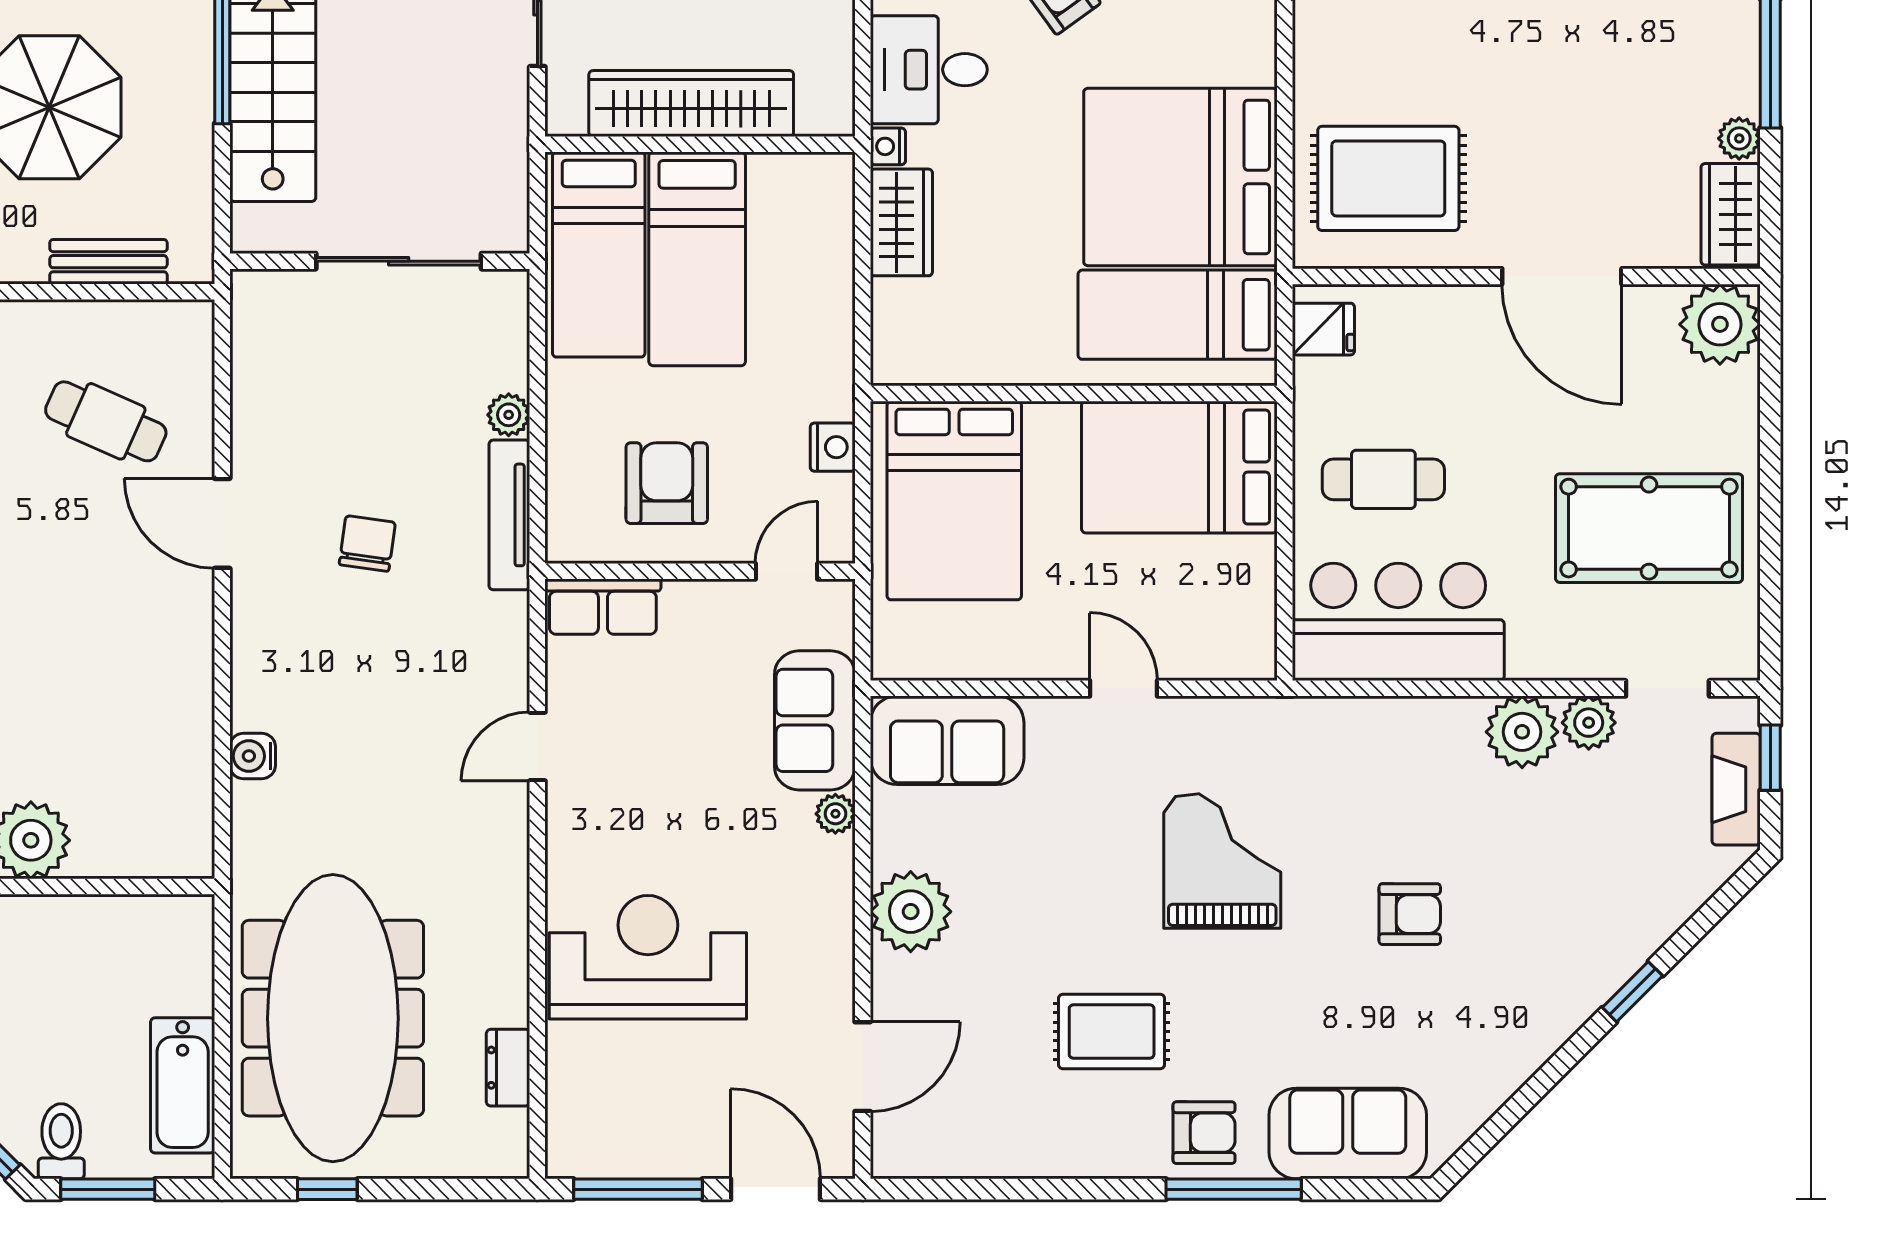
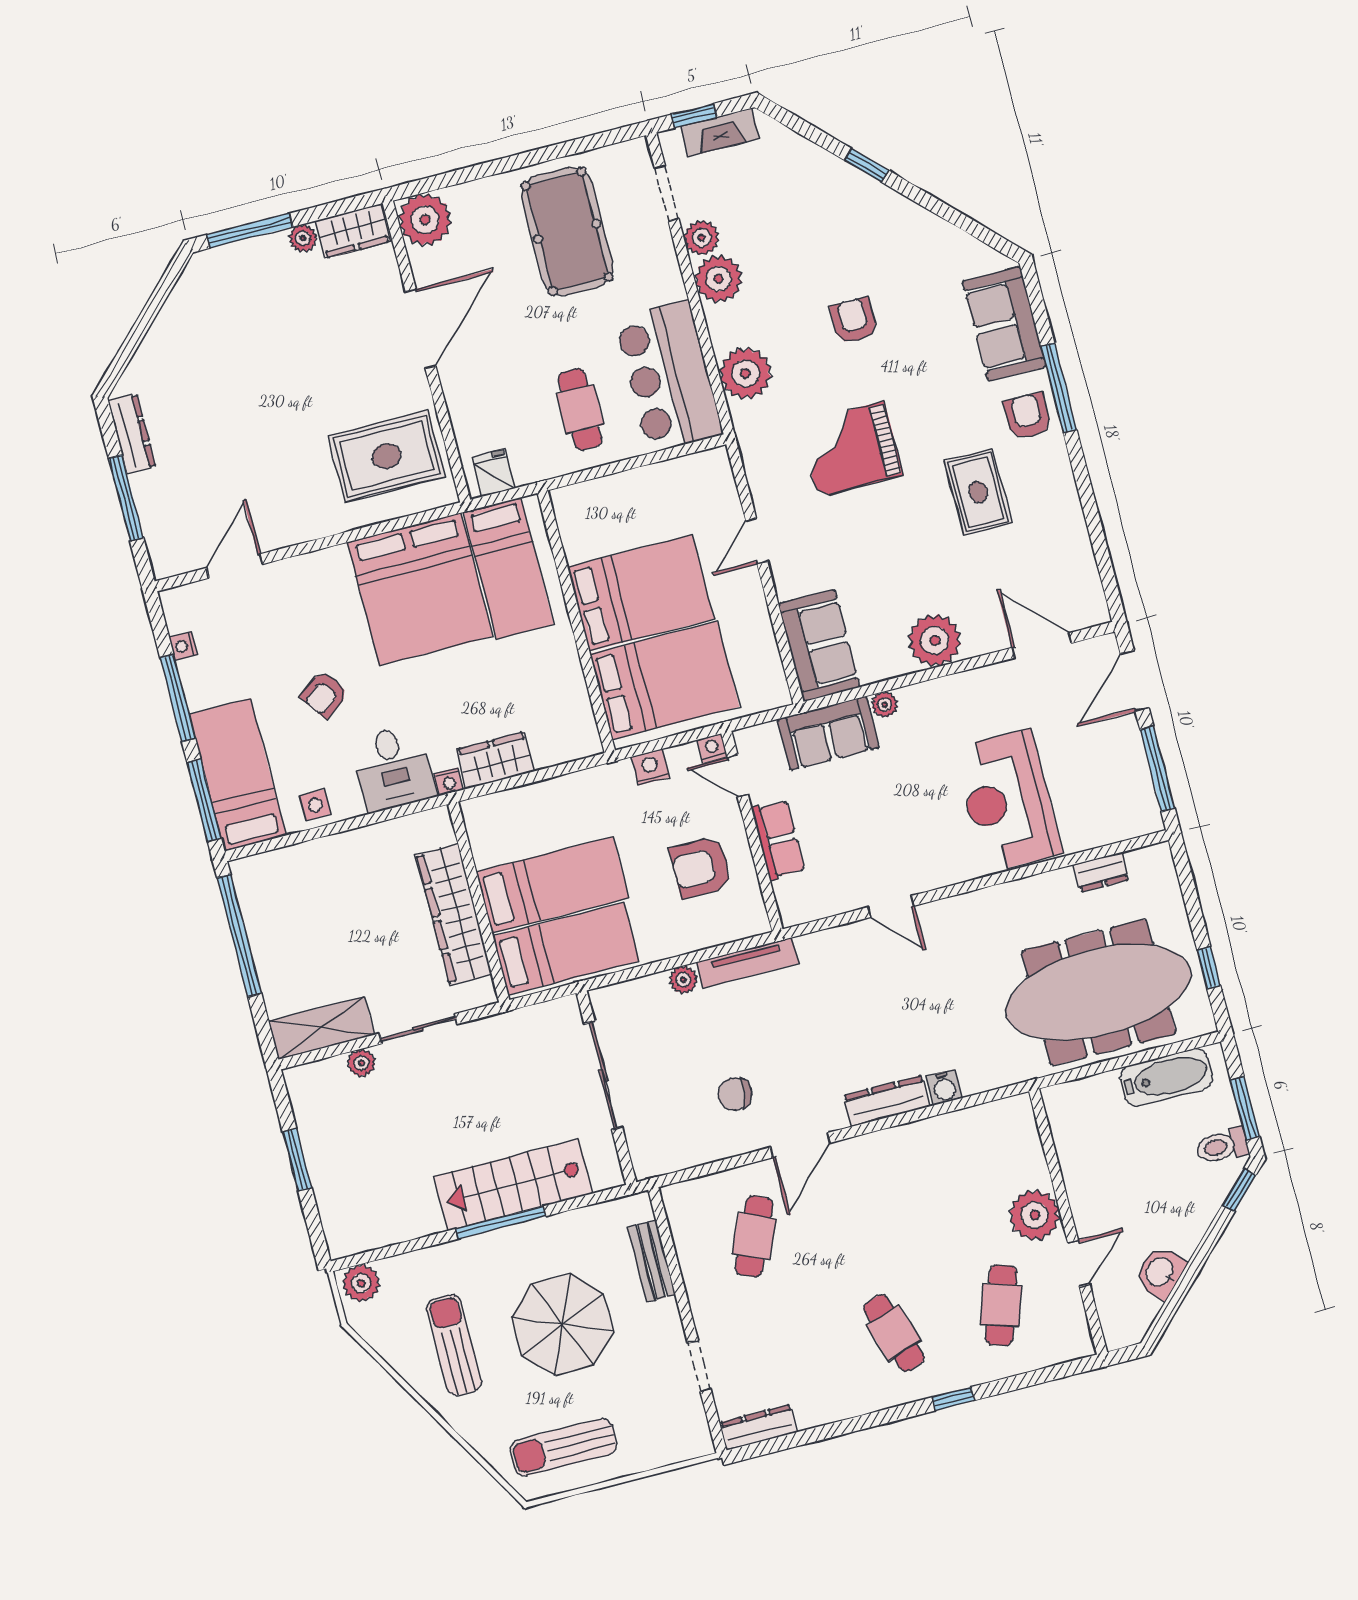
rug: (1388, 178) -> (387, 456), turned 90
bed: (1179, 467) -> (641, 593), moved, turned -90
chair: (367, 543) -> (735, 1094), moved
nightstand: (837, 545) -> (712, 748), added
row of seats: (603, 607) -> (778, 840), moved
dresser: (254, 667) -> (887, 1101), added
plant: (1373, 735) -> (746, 373), added

